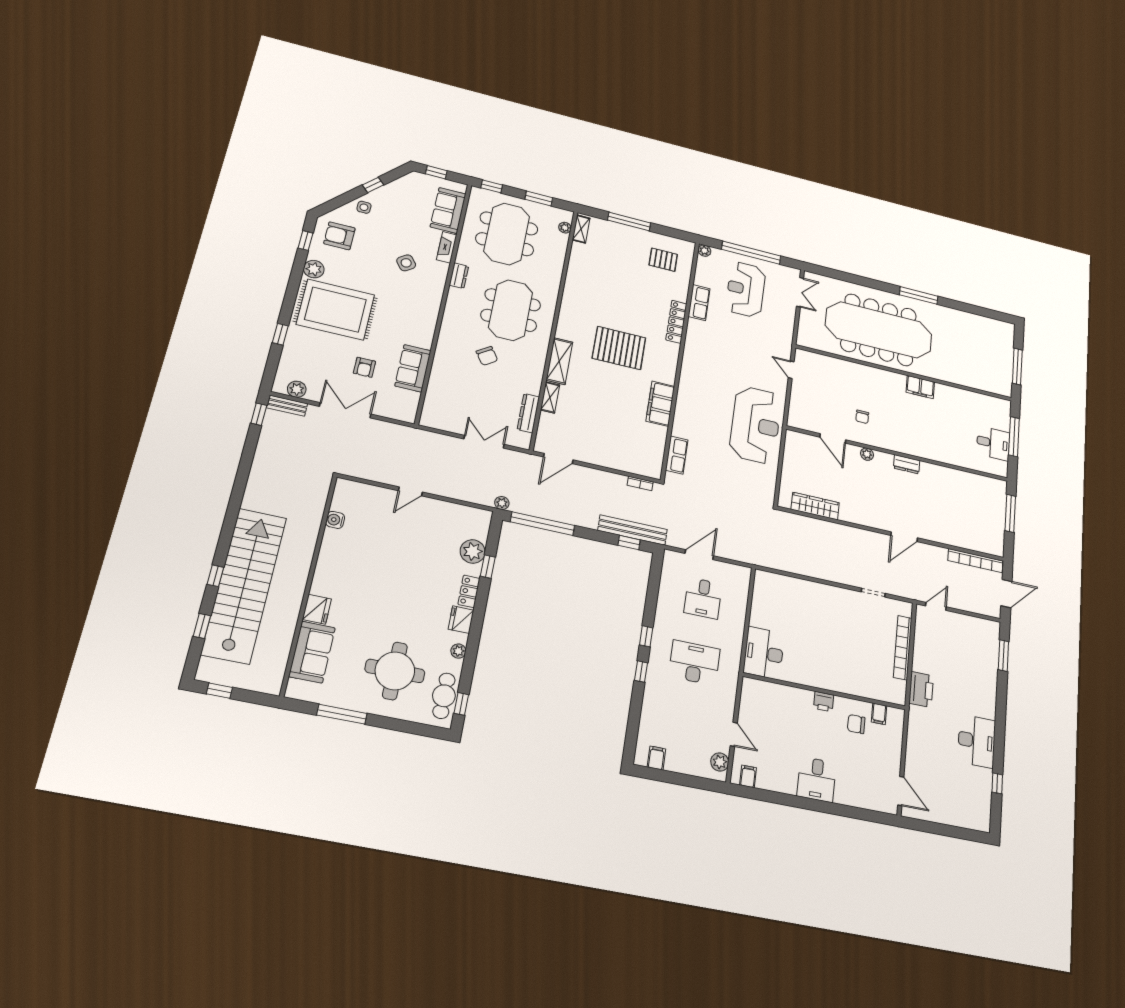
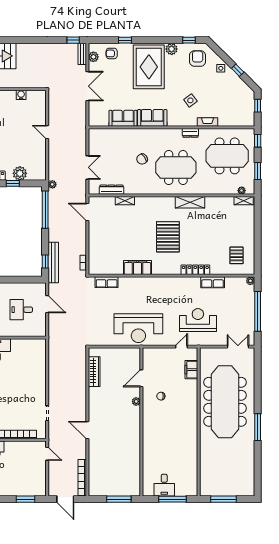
sofa: (448, 210) -> (152, 118), moved
window: (629, 221) -> (258, 230), removed
reception desk: (746, 289) -> (198, 320), moved
double door: (800, 292) -> (238, 347), swing flipped
shelving: (559, 361) -> (190, 202), moved
armchair: (364, 367) -> (112, 53), moved
filing cabinet: (920, 387) -> (191, 370), moved
dresser: (907, 464) -> (136, 428), removed

